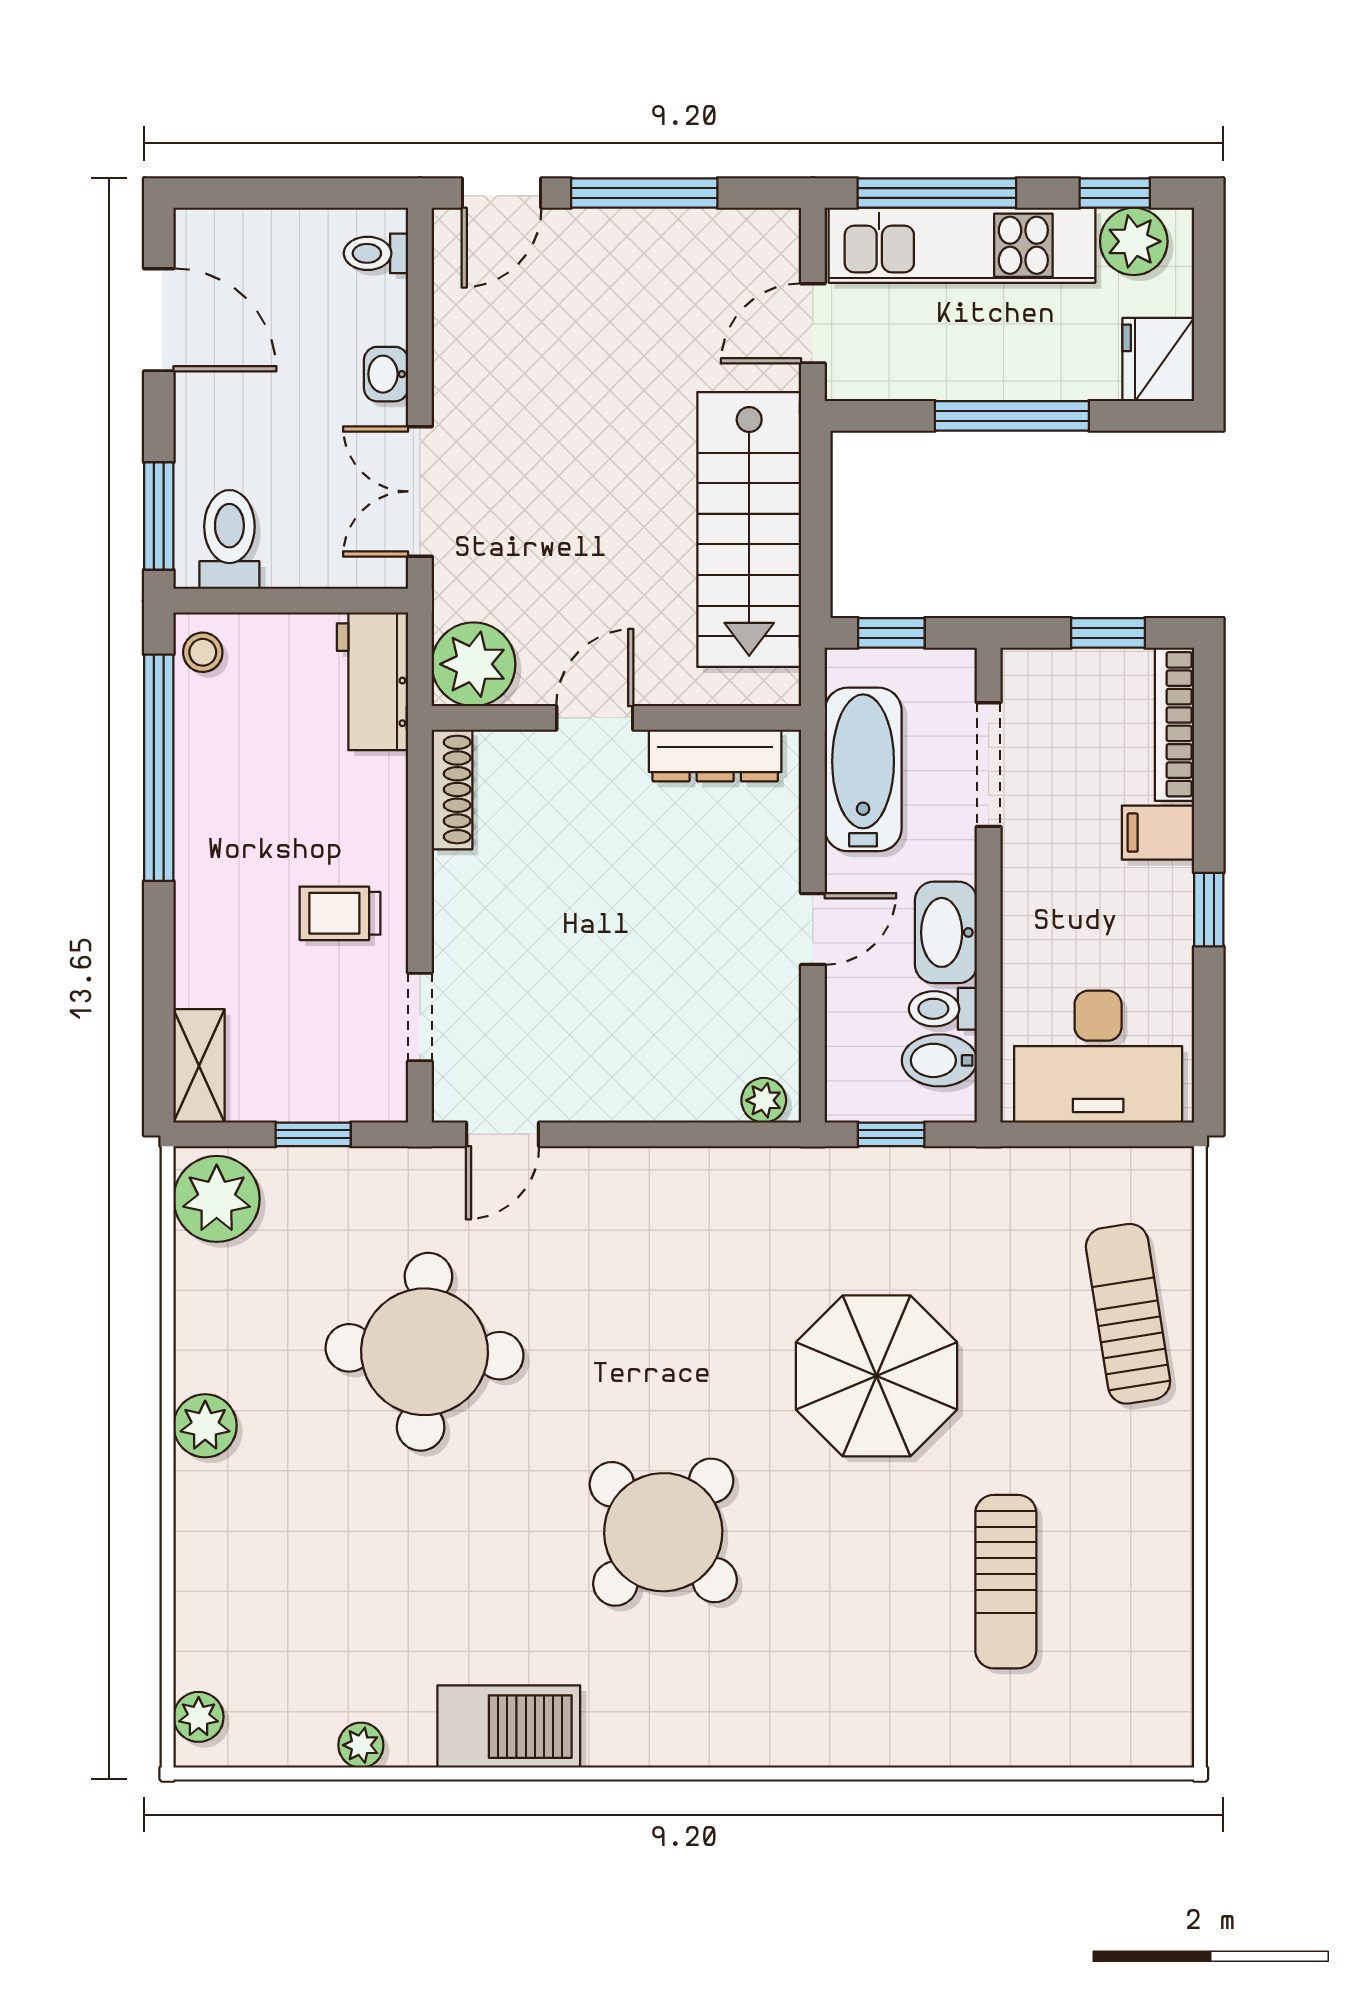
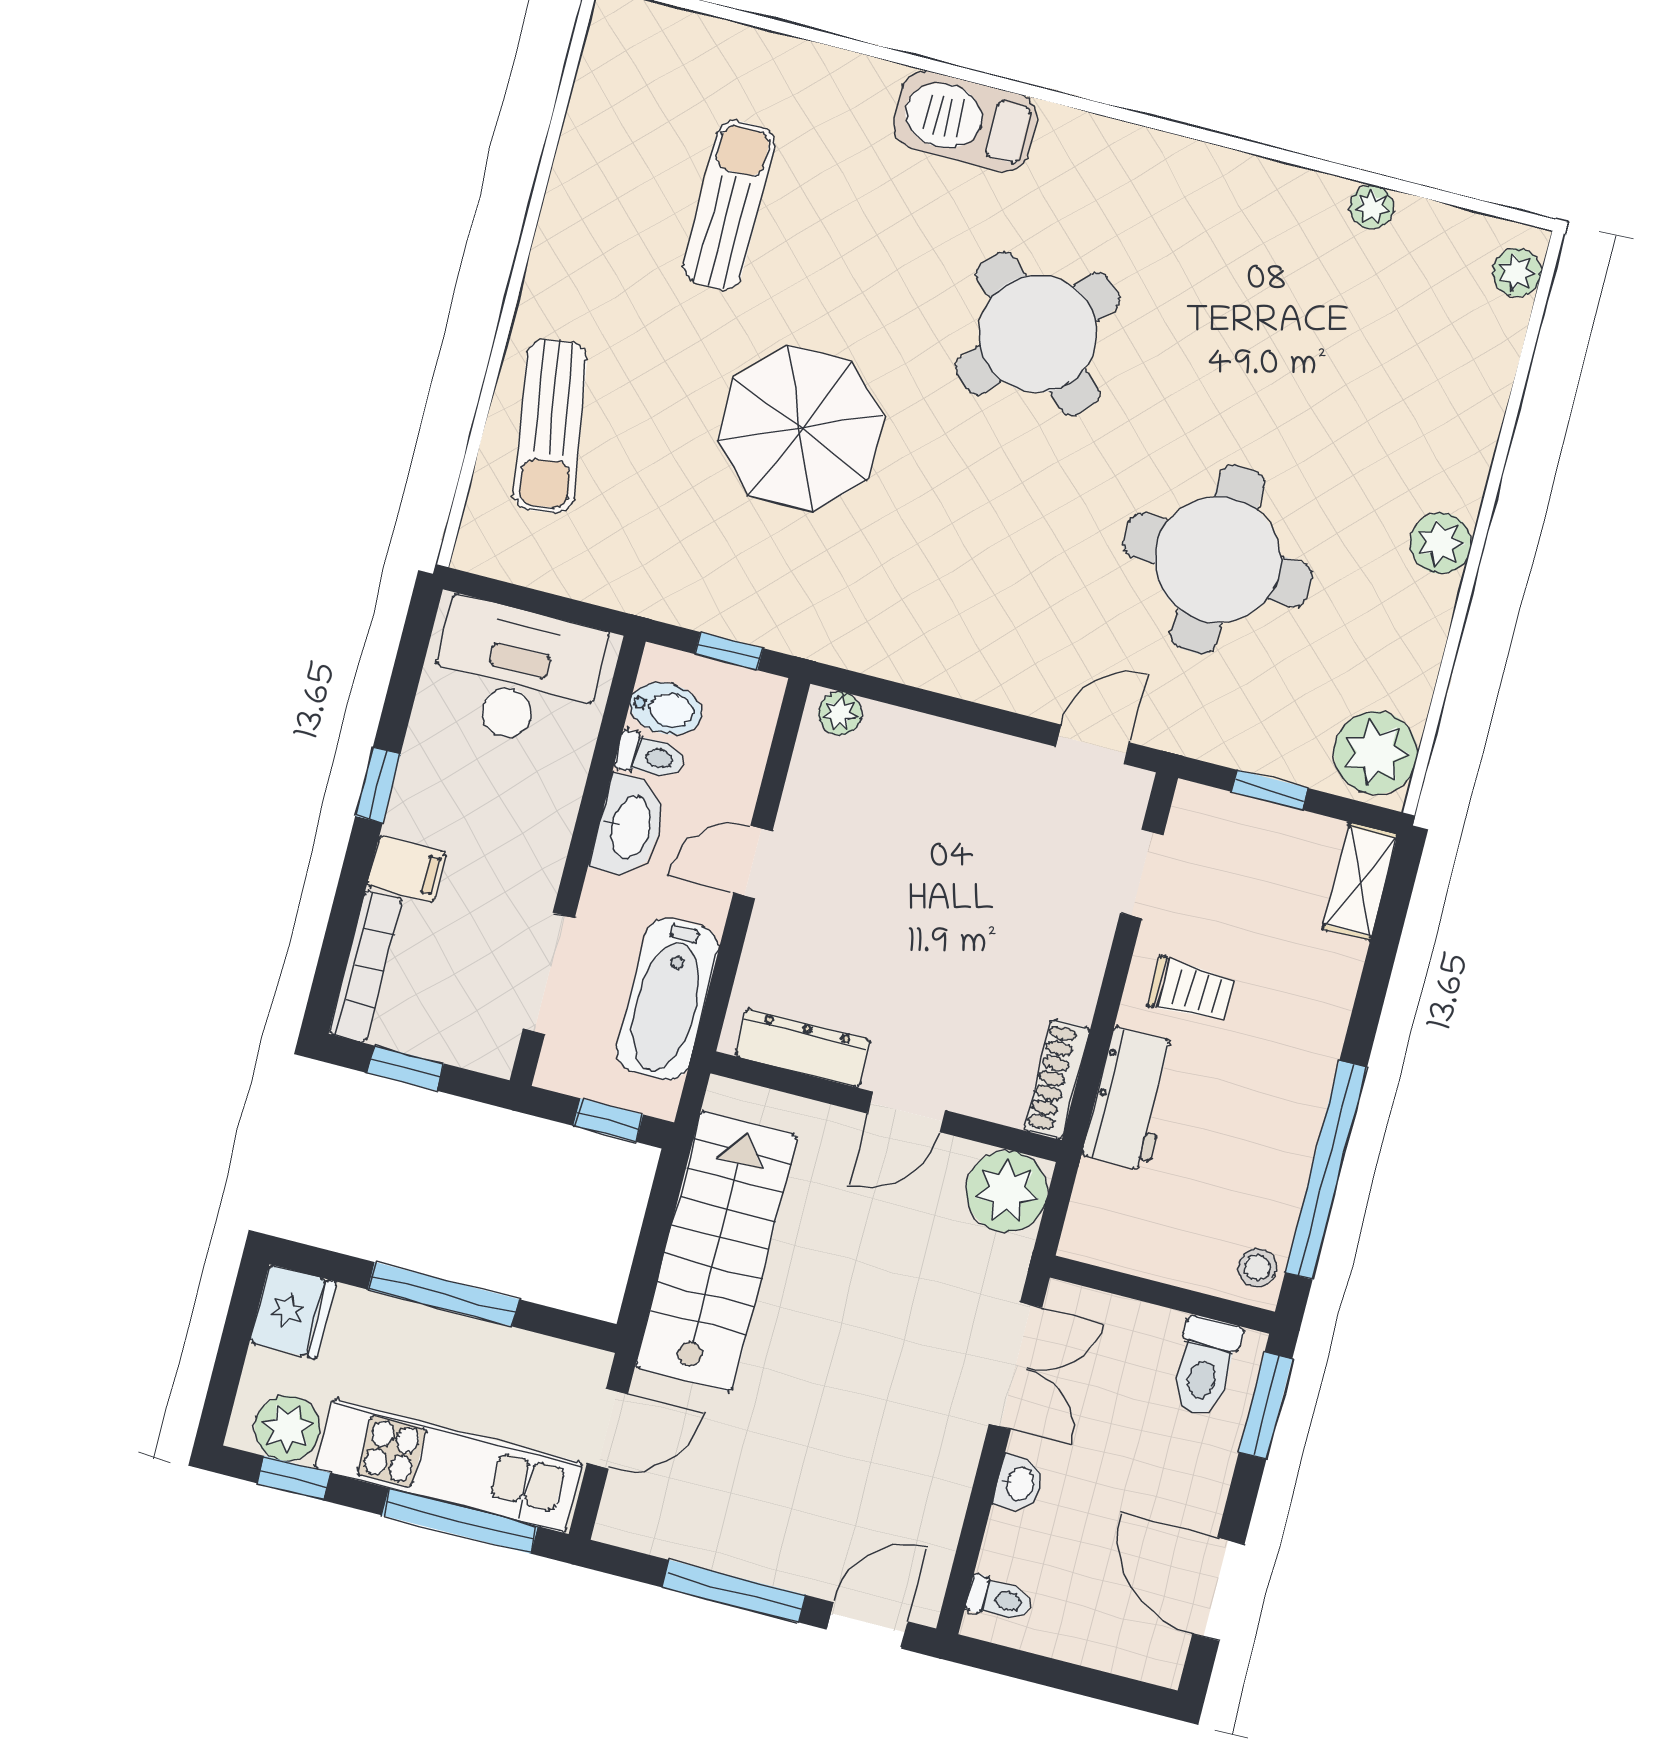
workbench: (373, 681) -> (1131, 1099), moved
barbecue: (509, 1727) -> (965, 121), moved

